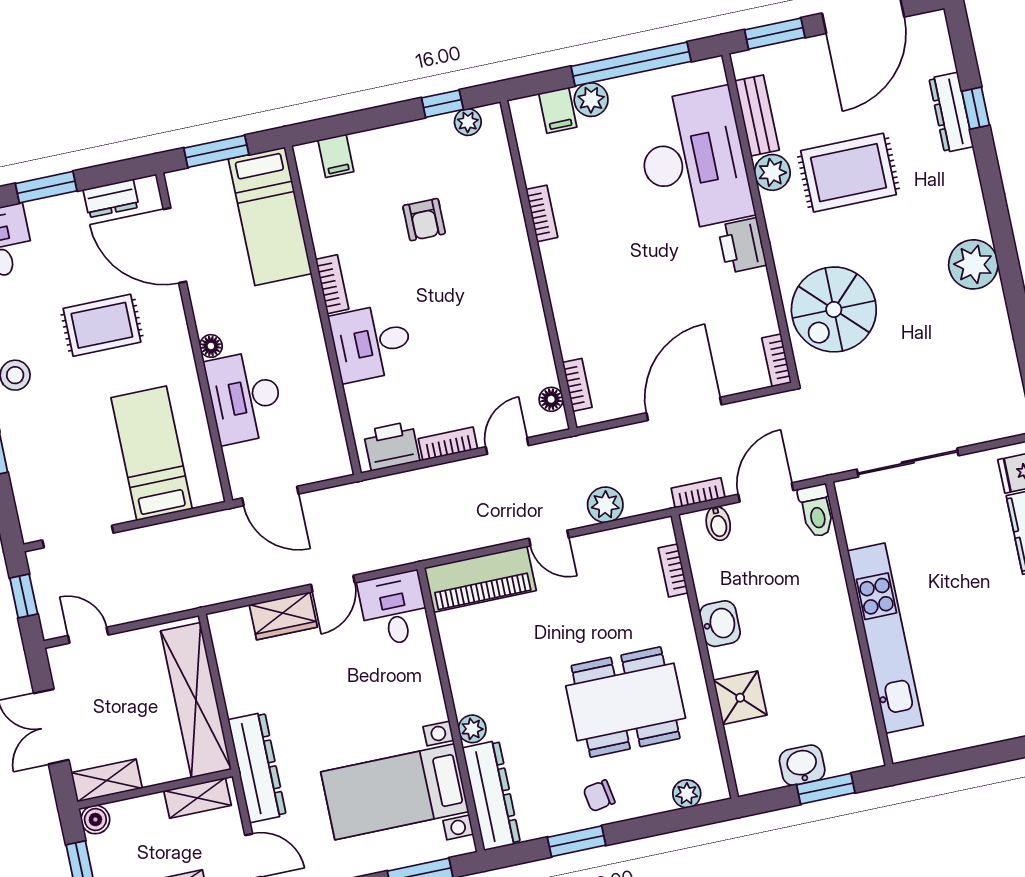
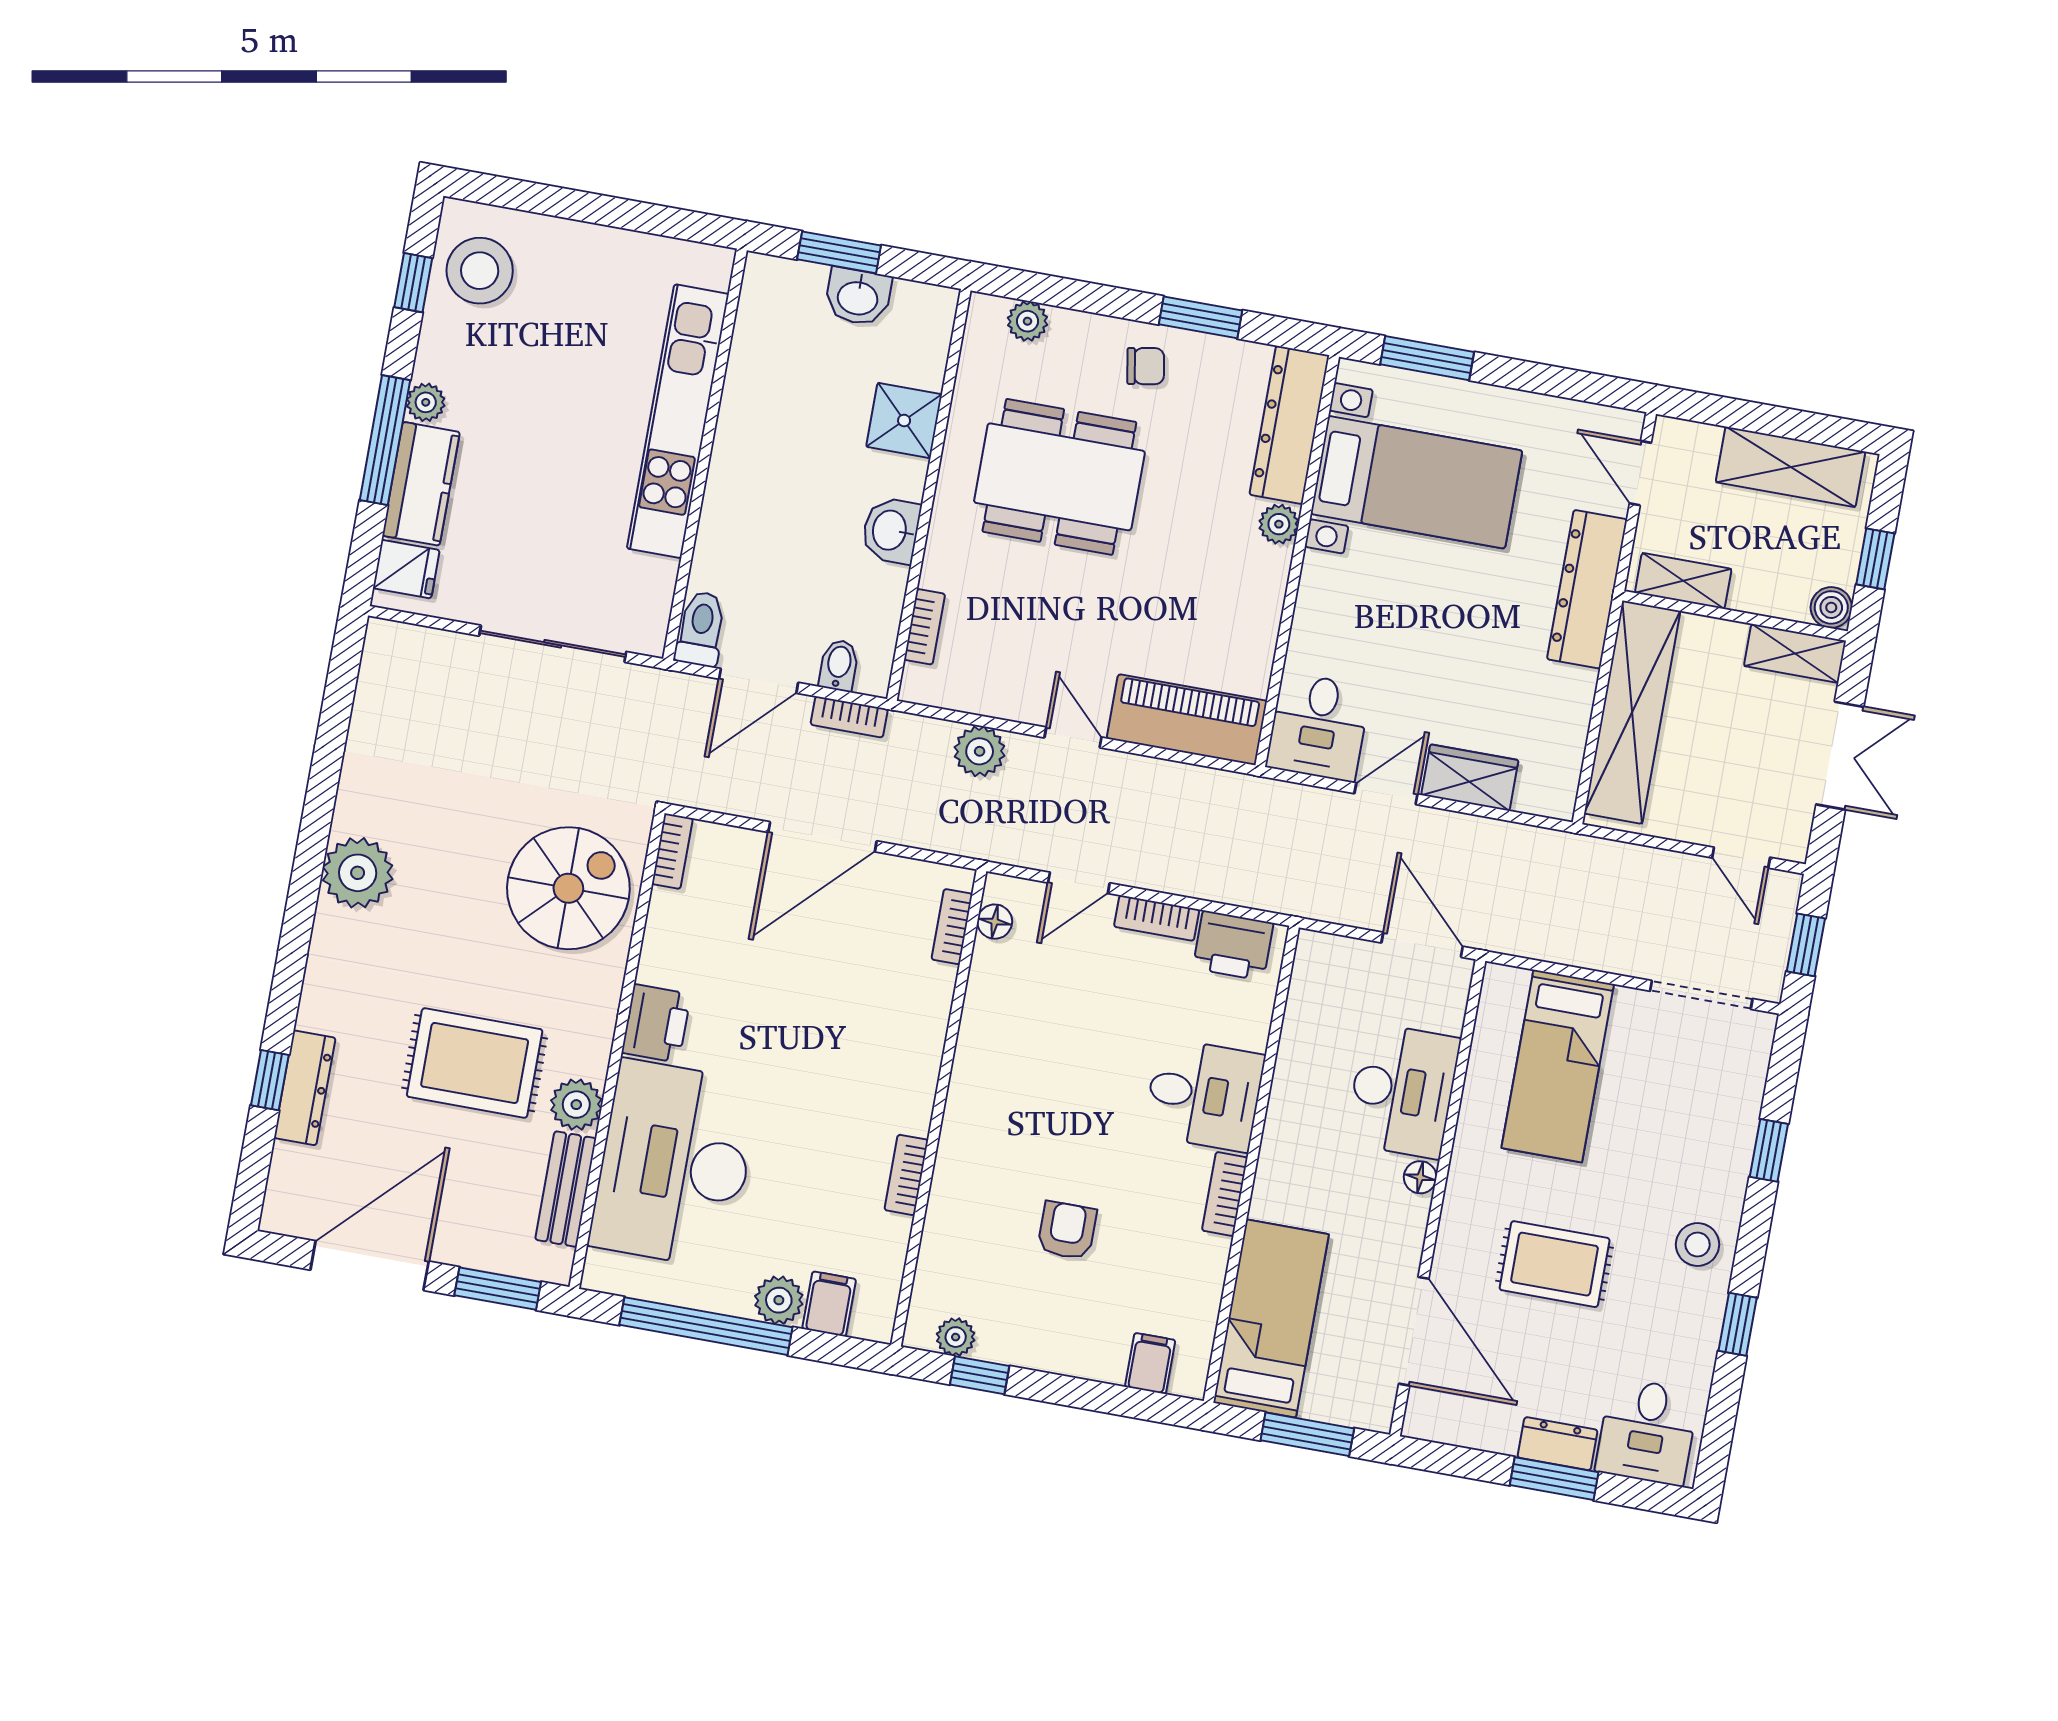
dresser: (111, 198) -> (1558, 1444), moved

